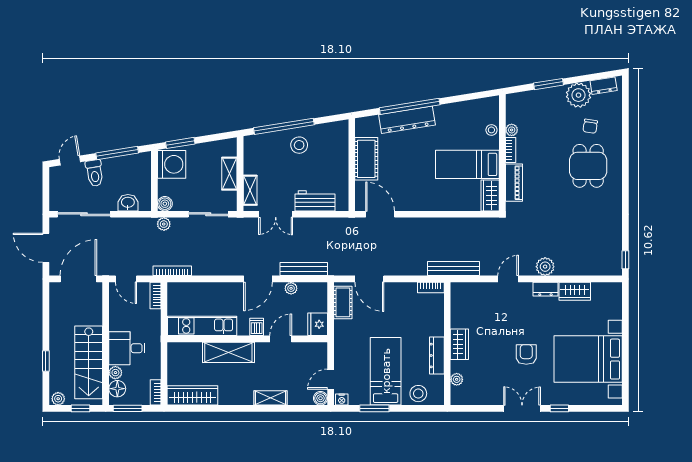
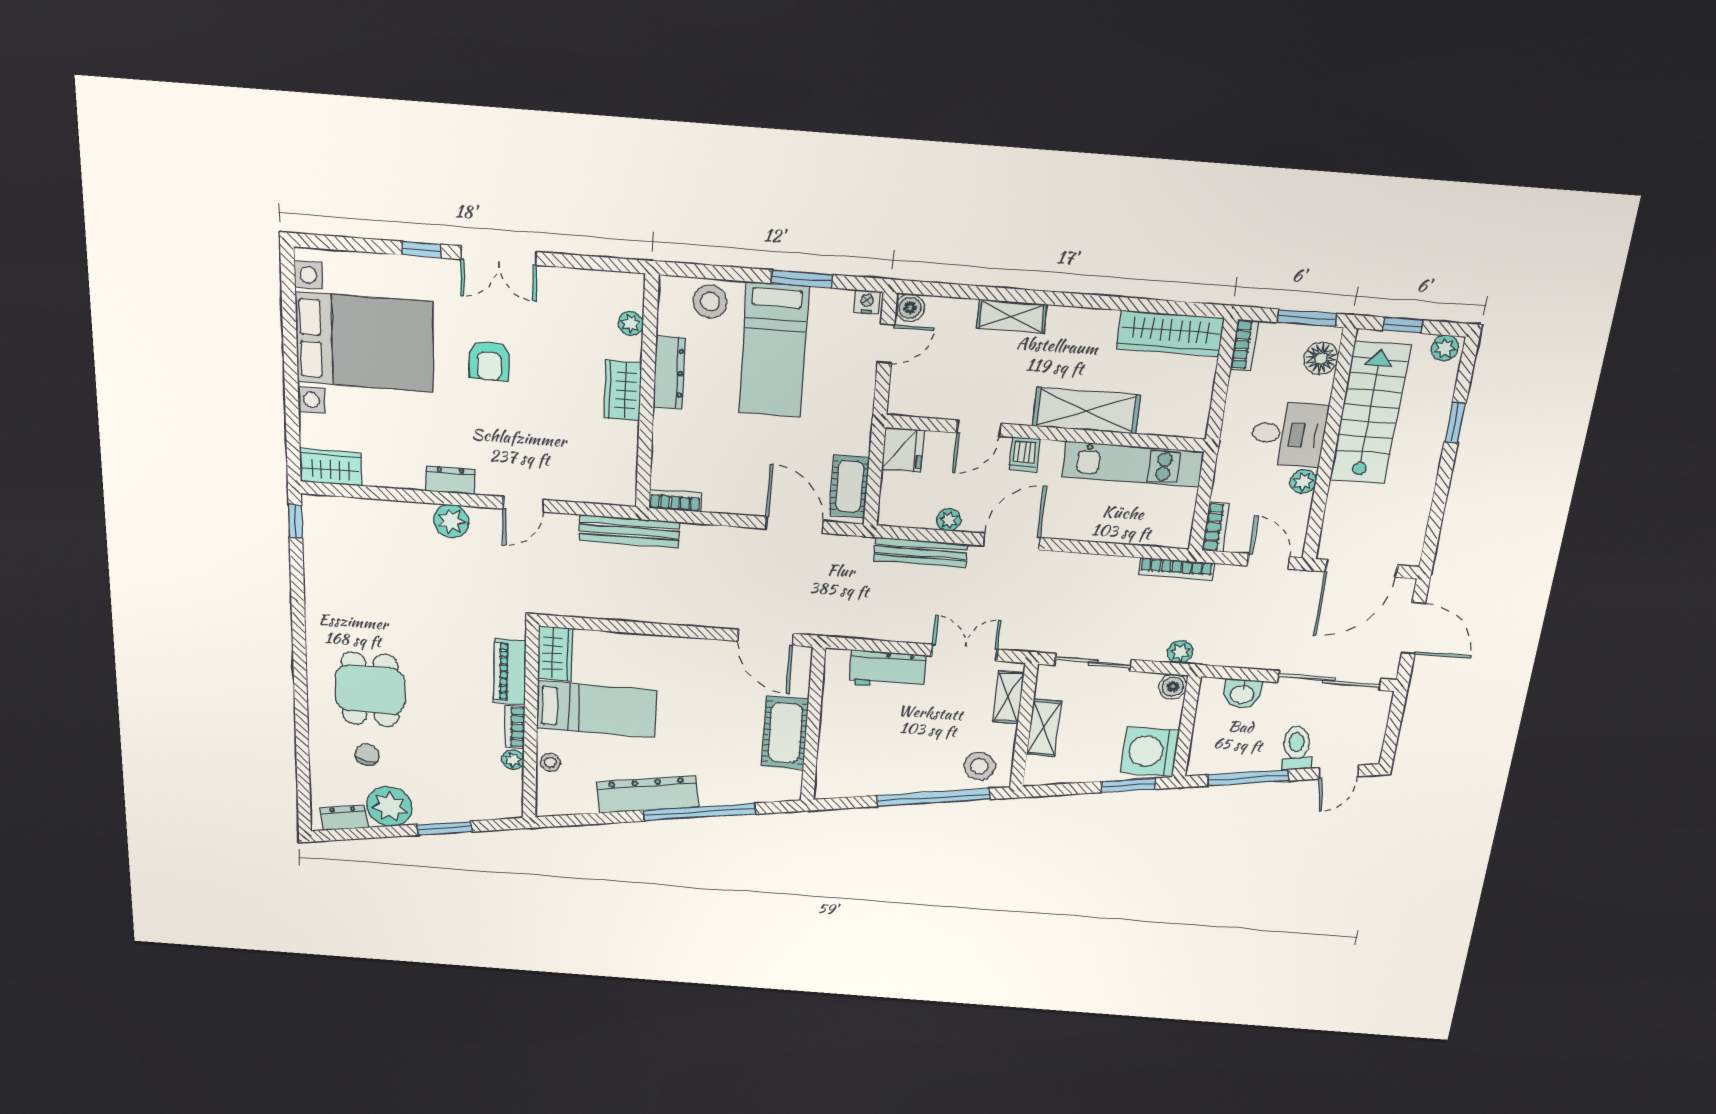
dresser: (407, 120) -> (648, 795), moved
stool: (299, 145) -> (980, 766), moved
wardrobe: (575, 291) -> (331, 467), moved
plant: (115, 373) -> (1303, 482), moved

